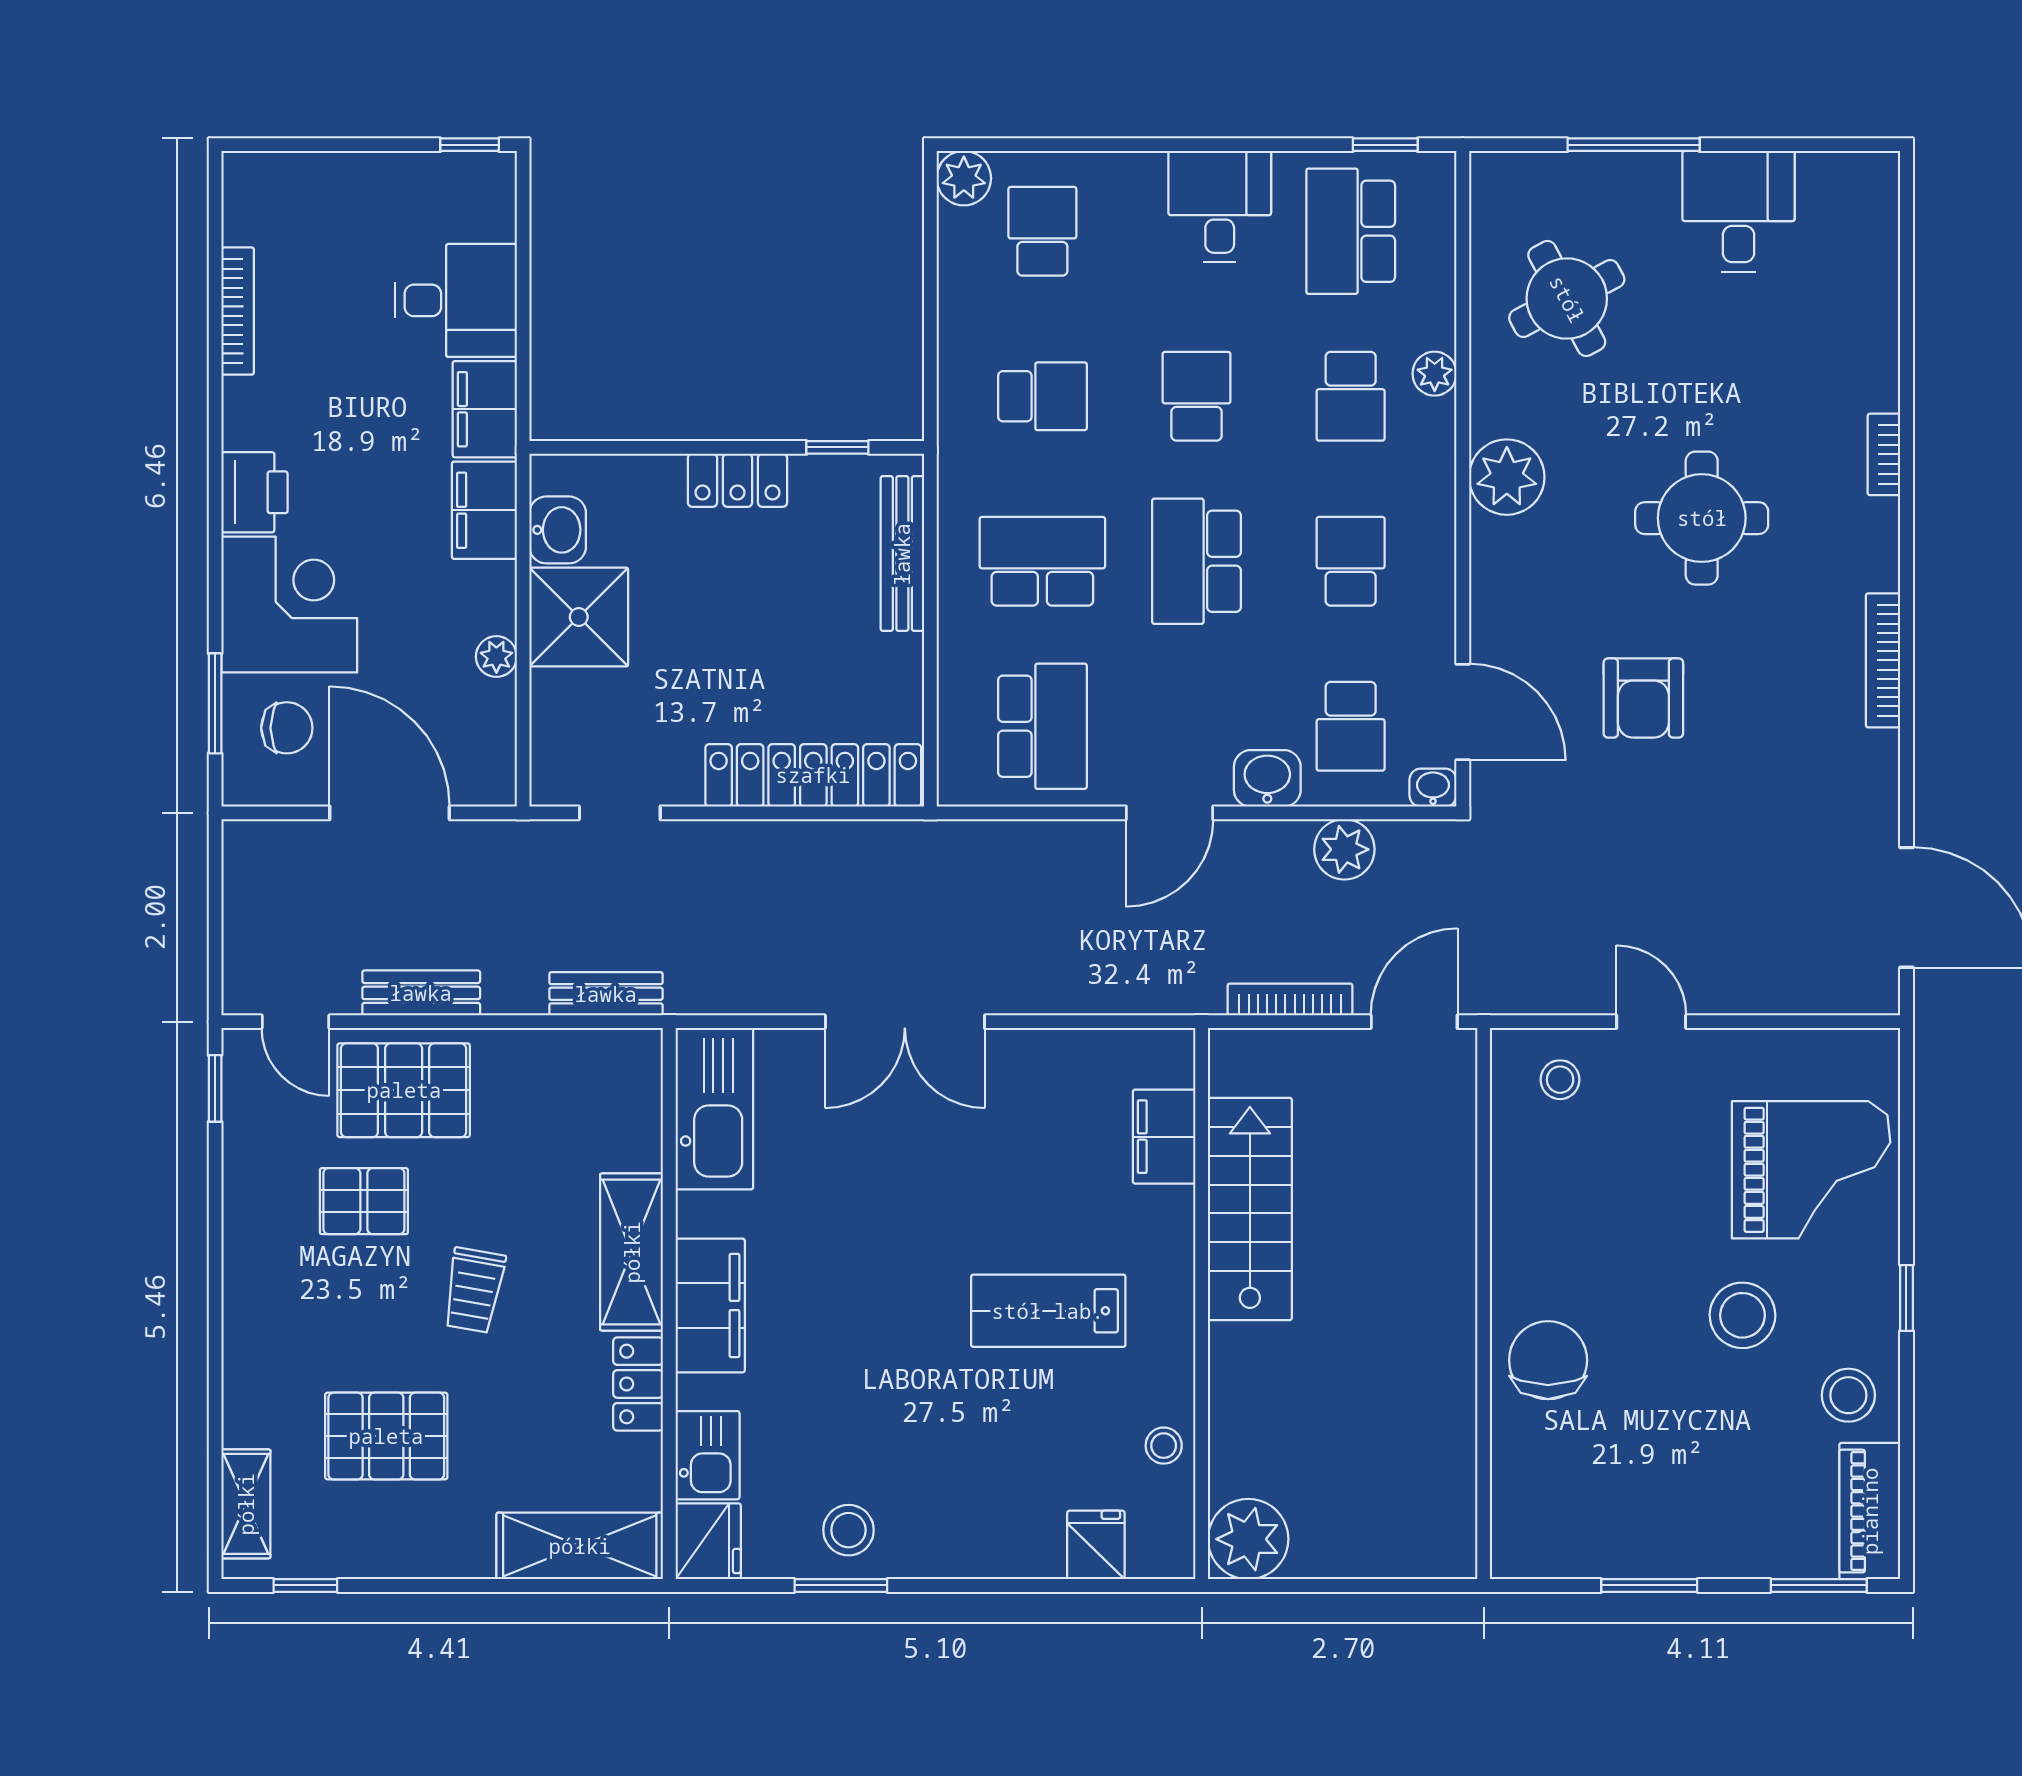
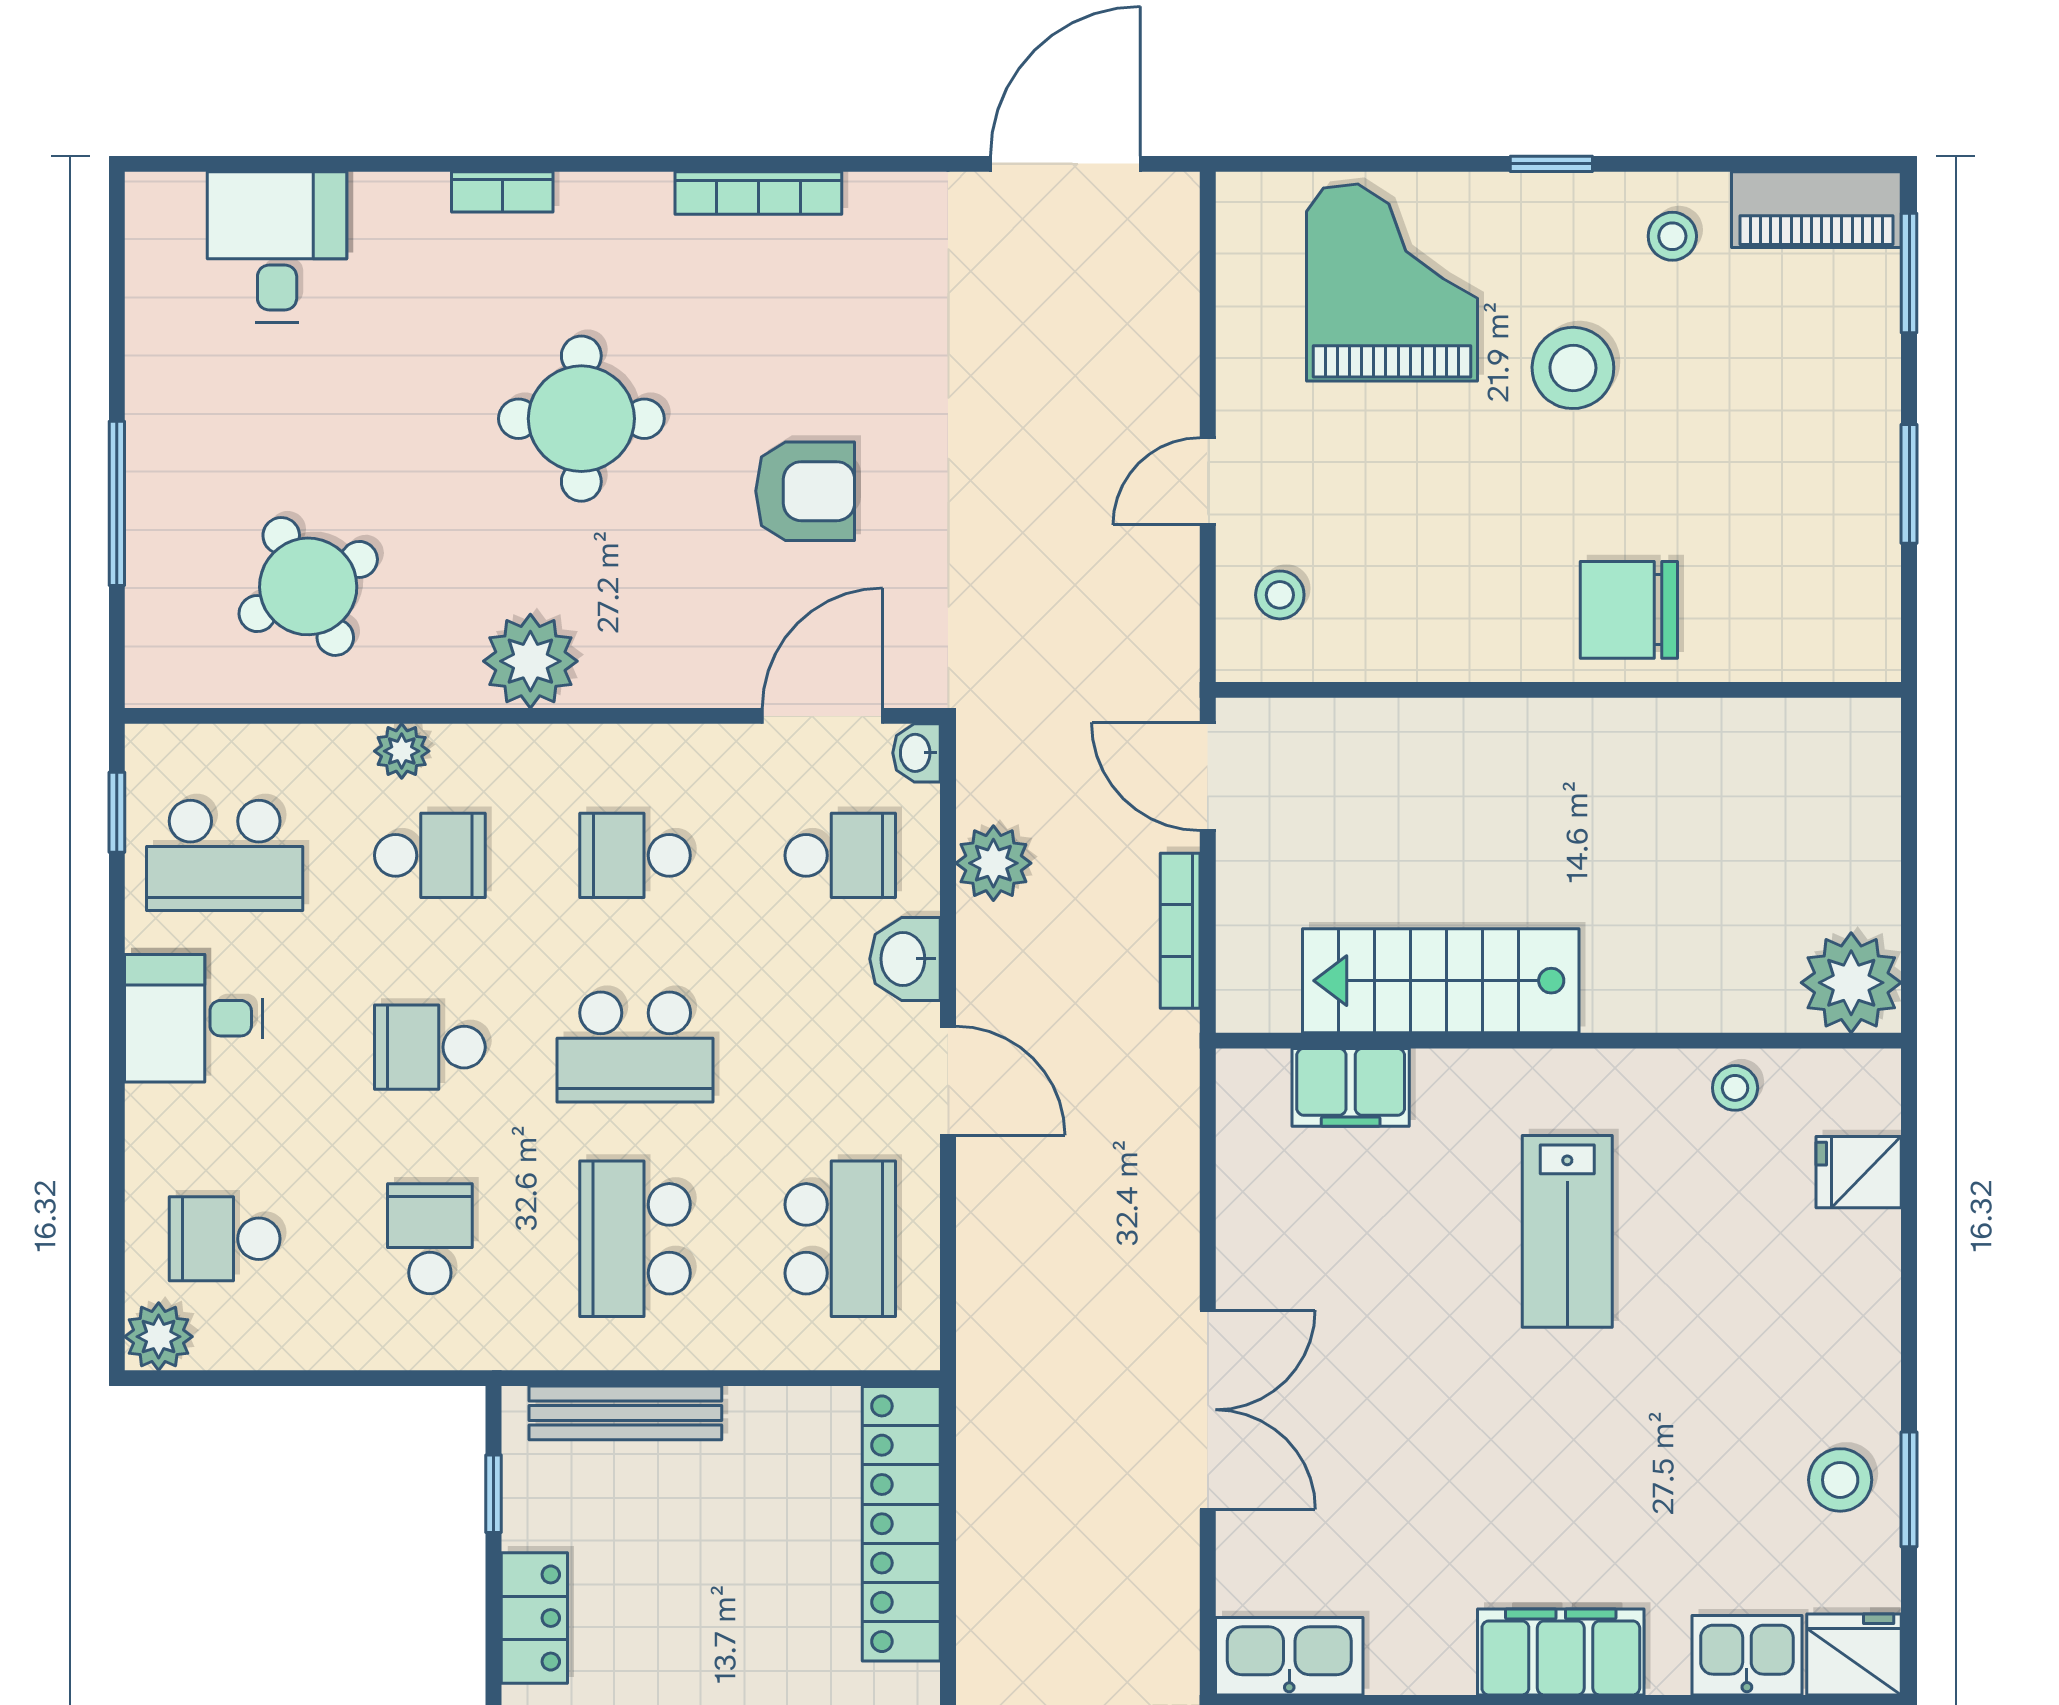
desk: (1739, 211) -> (277, 247), moved, turned 90
school desk: (1042, 726) -> (840, 1239), turned 90
kitchen sink: (714, 1109) -> (1289, 1656), width x0.73, depth x0.81
stool: (1848, 1395) -> (1672, 236), width x0.73, depth x0.73

